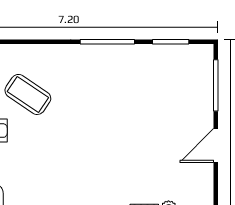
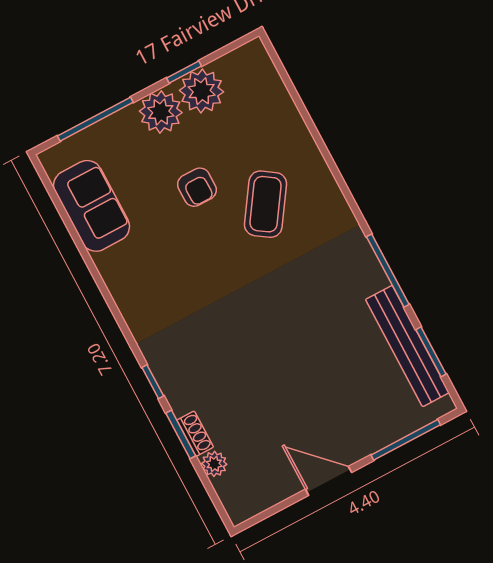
bench: (160, 54) -> (407, 346), added

